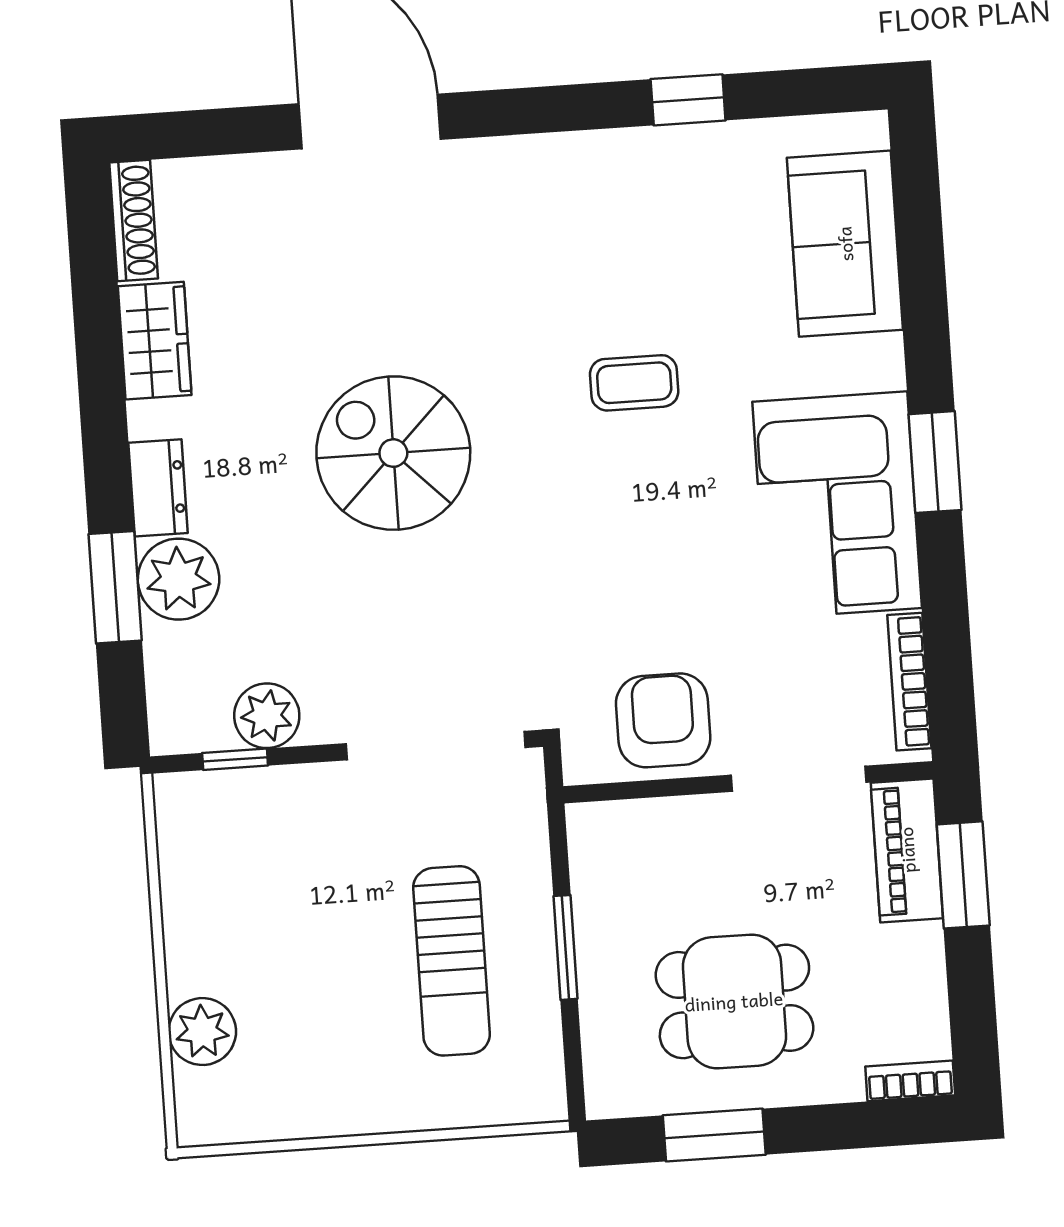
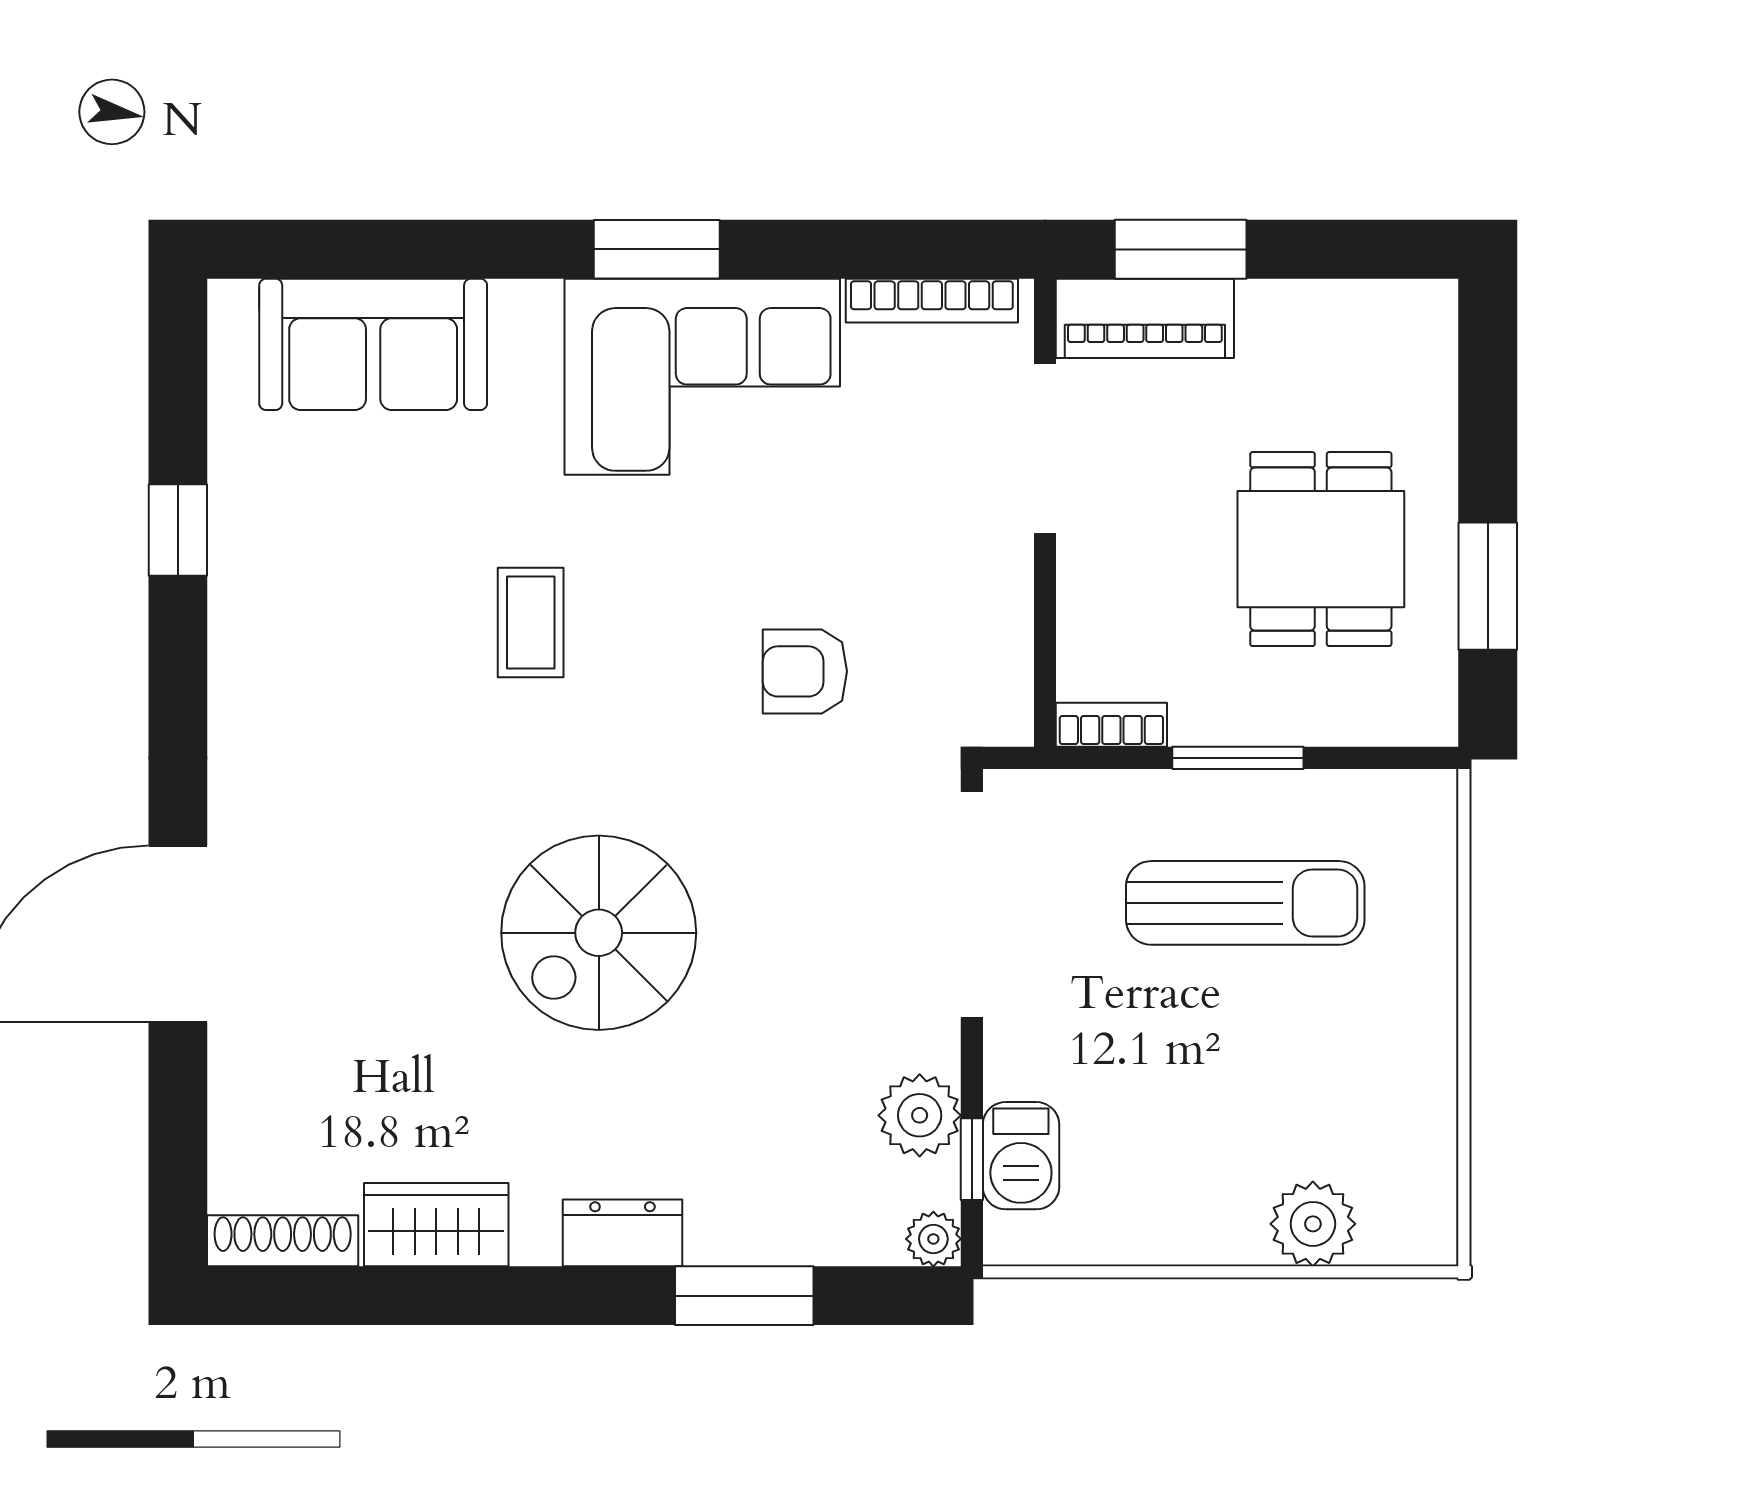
plant: (179, 579) -> (933, 1239), moved, width x0.53, depth x0.53
armchair: (663, 720) -> (805, 671), moved, width x0.72, depth x0.72
barbecue: (240, 798) -> (1021, 1156), added
bookcase: (910, 1081) -> (1111, 725), moved, turned 90

